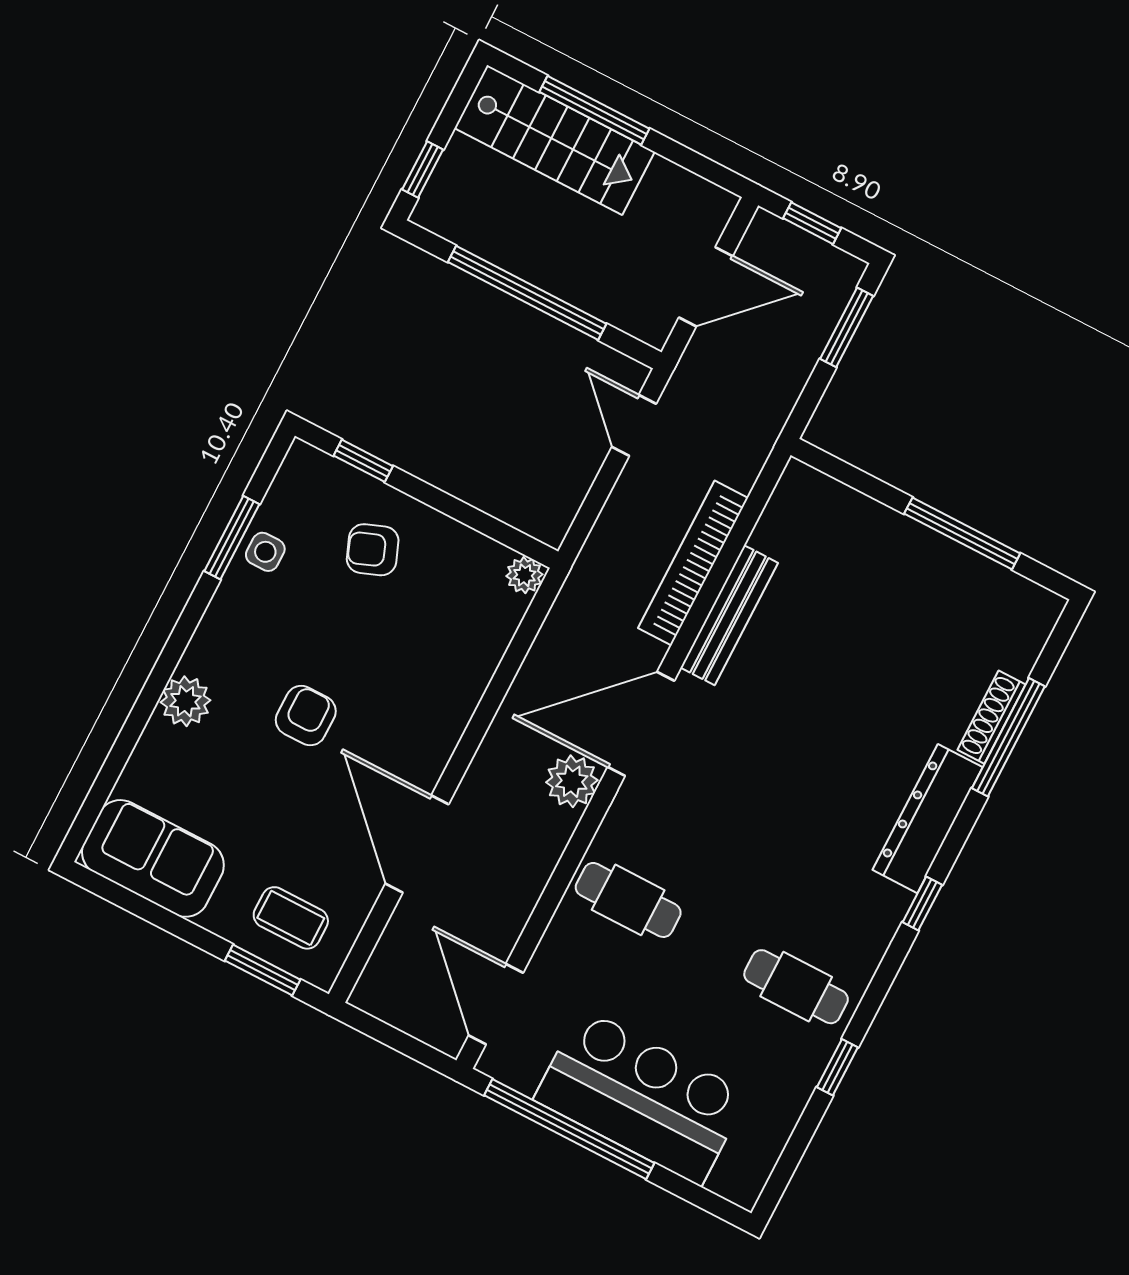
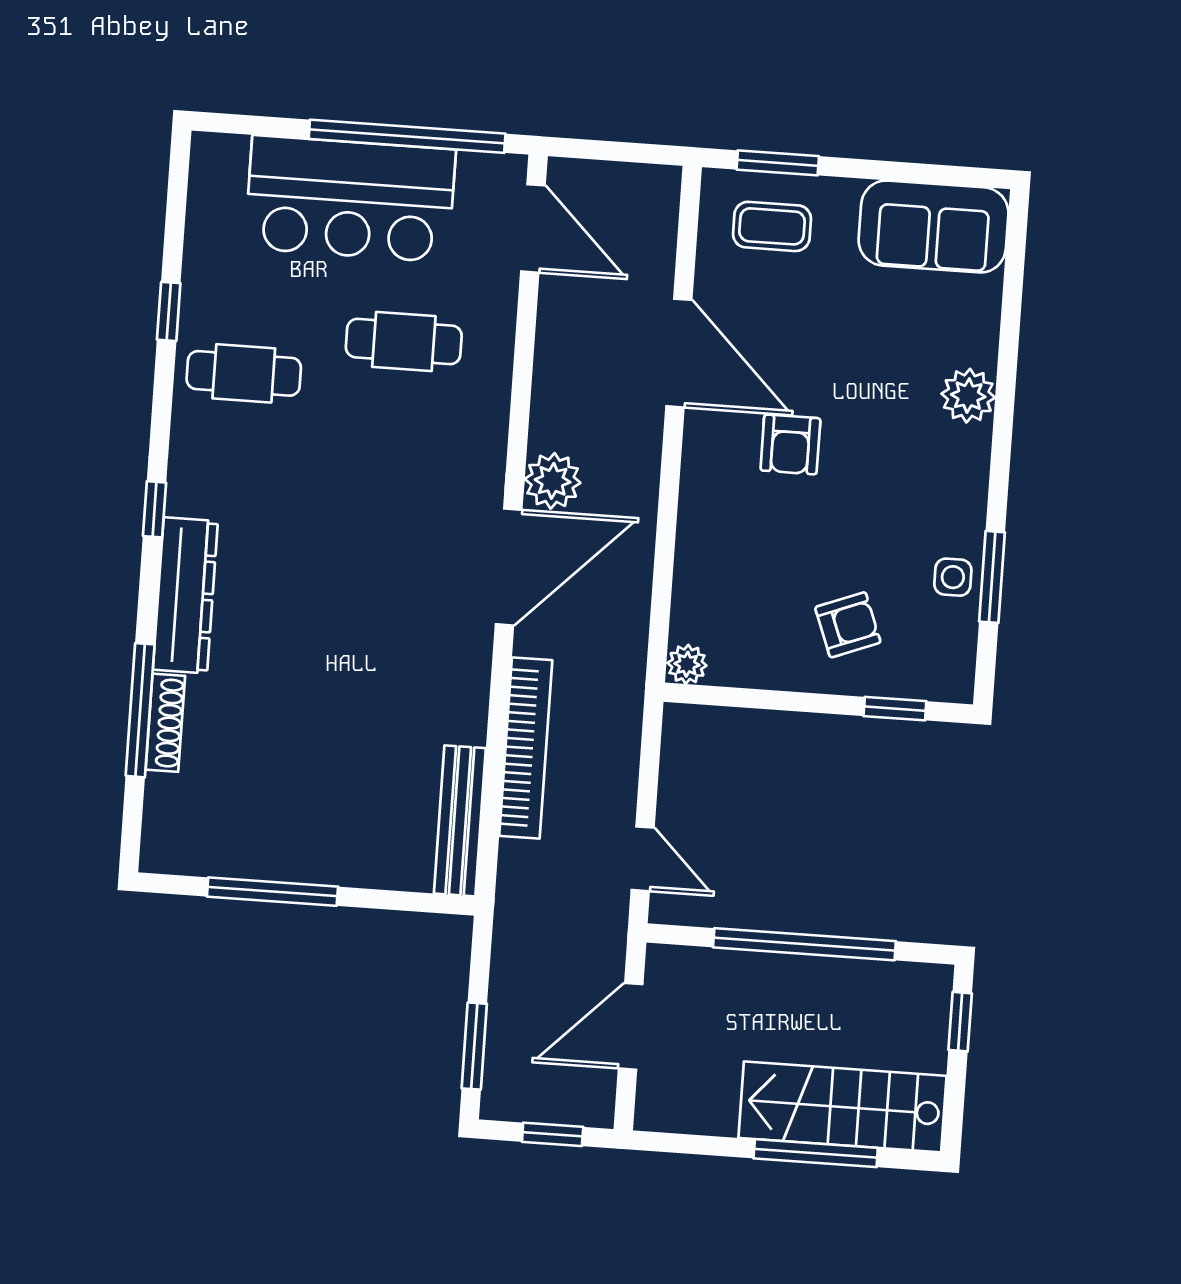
bench: (729, 615) -> (460, 821), moved
armchair: (306, 716) -> (790, 444), moved
cafe table: (628, 900) -> (404, 341), moved

